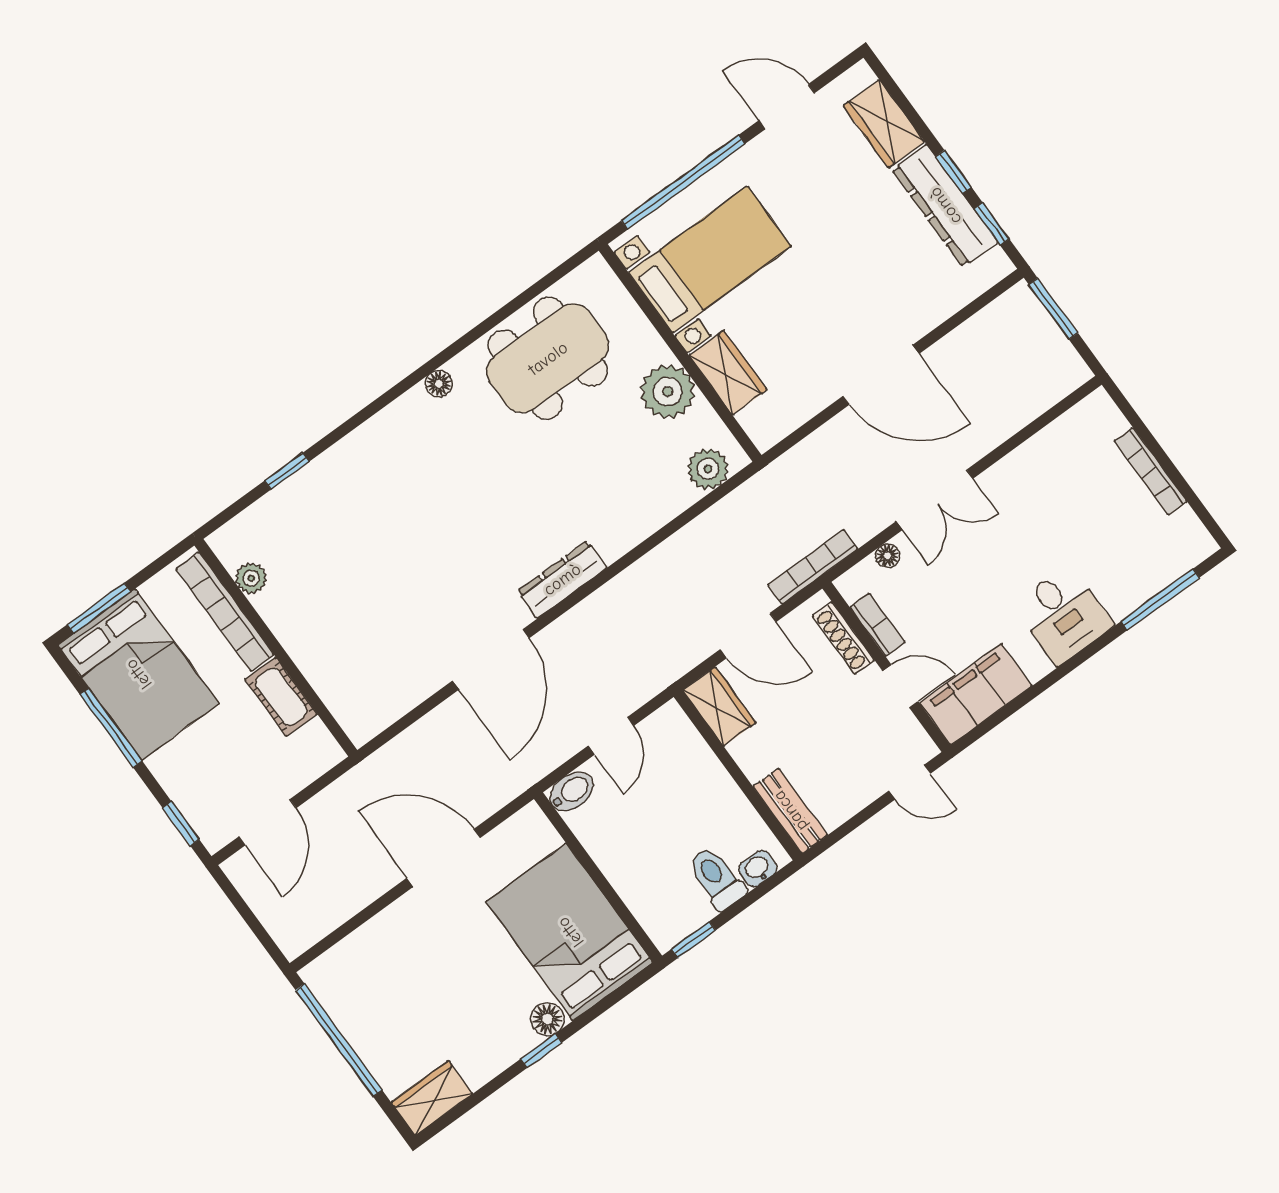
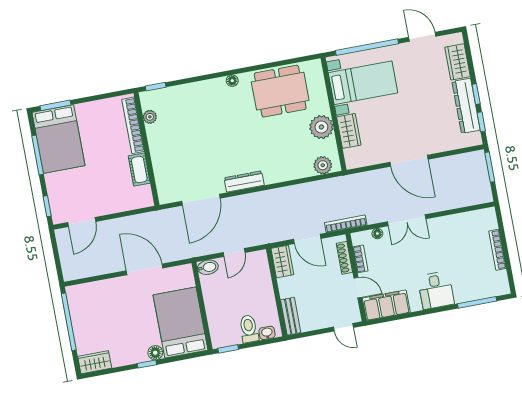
plant: (251, 578) -> (150, 117), moved
bookcase: (225, 612) -> (133, 125), moved
wall: (276, 648) -> (146, 149), moved
cot: (281, 697) -> (139, 170), moved

